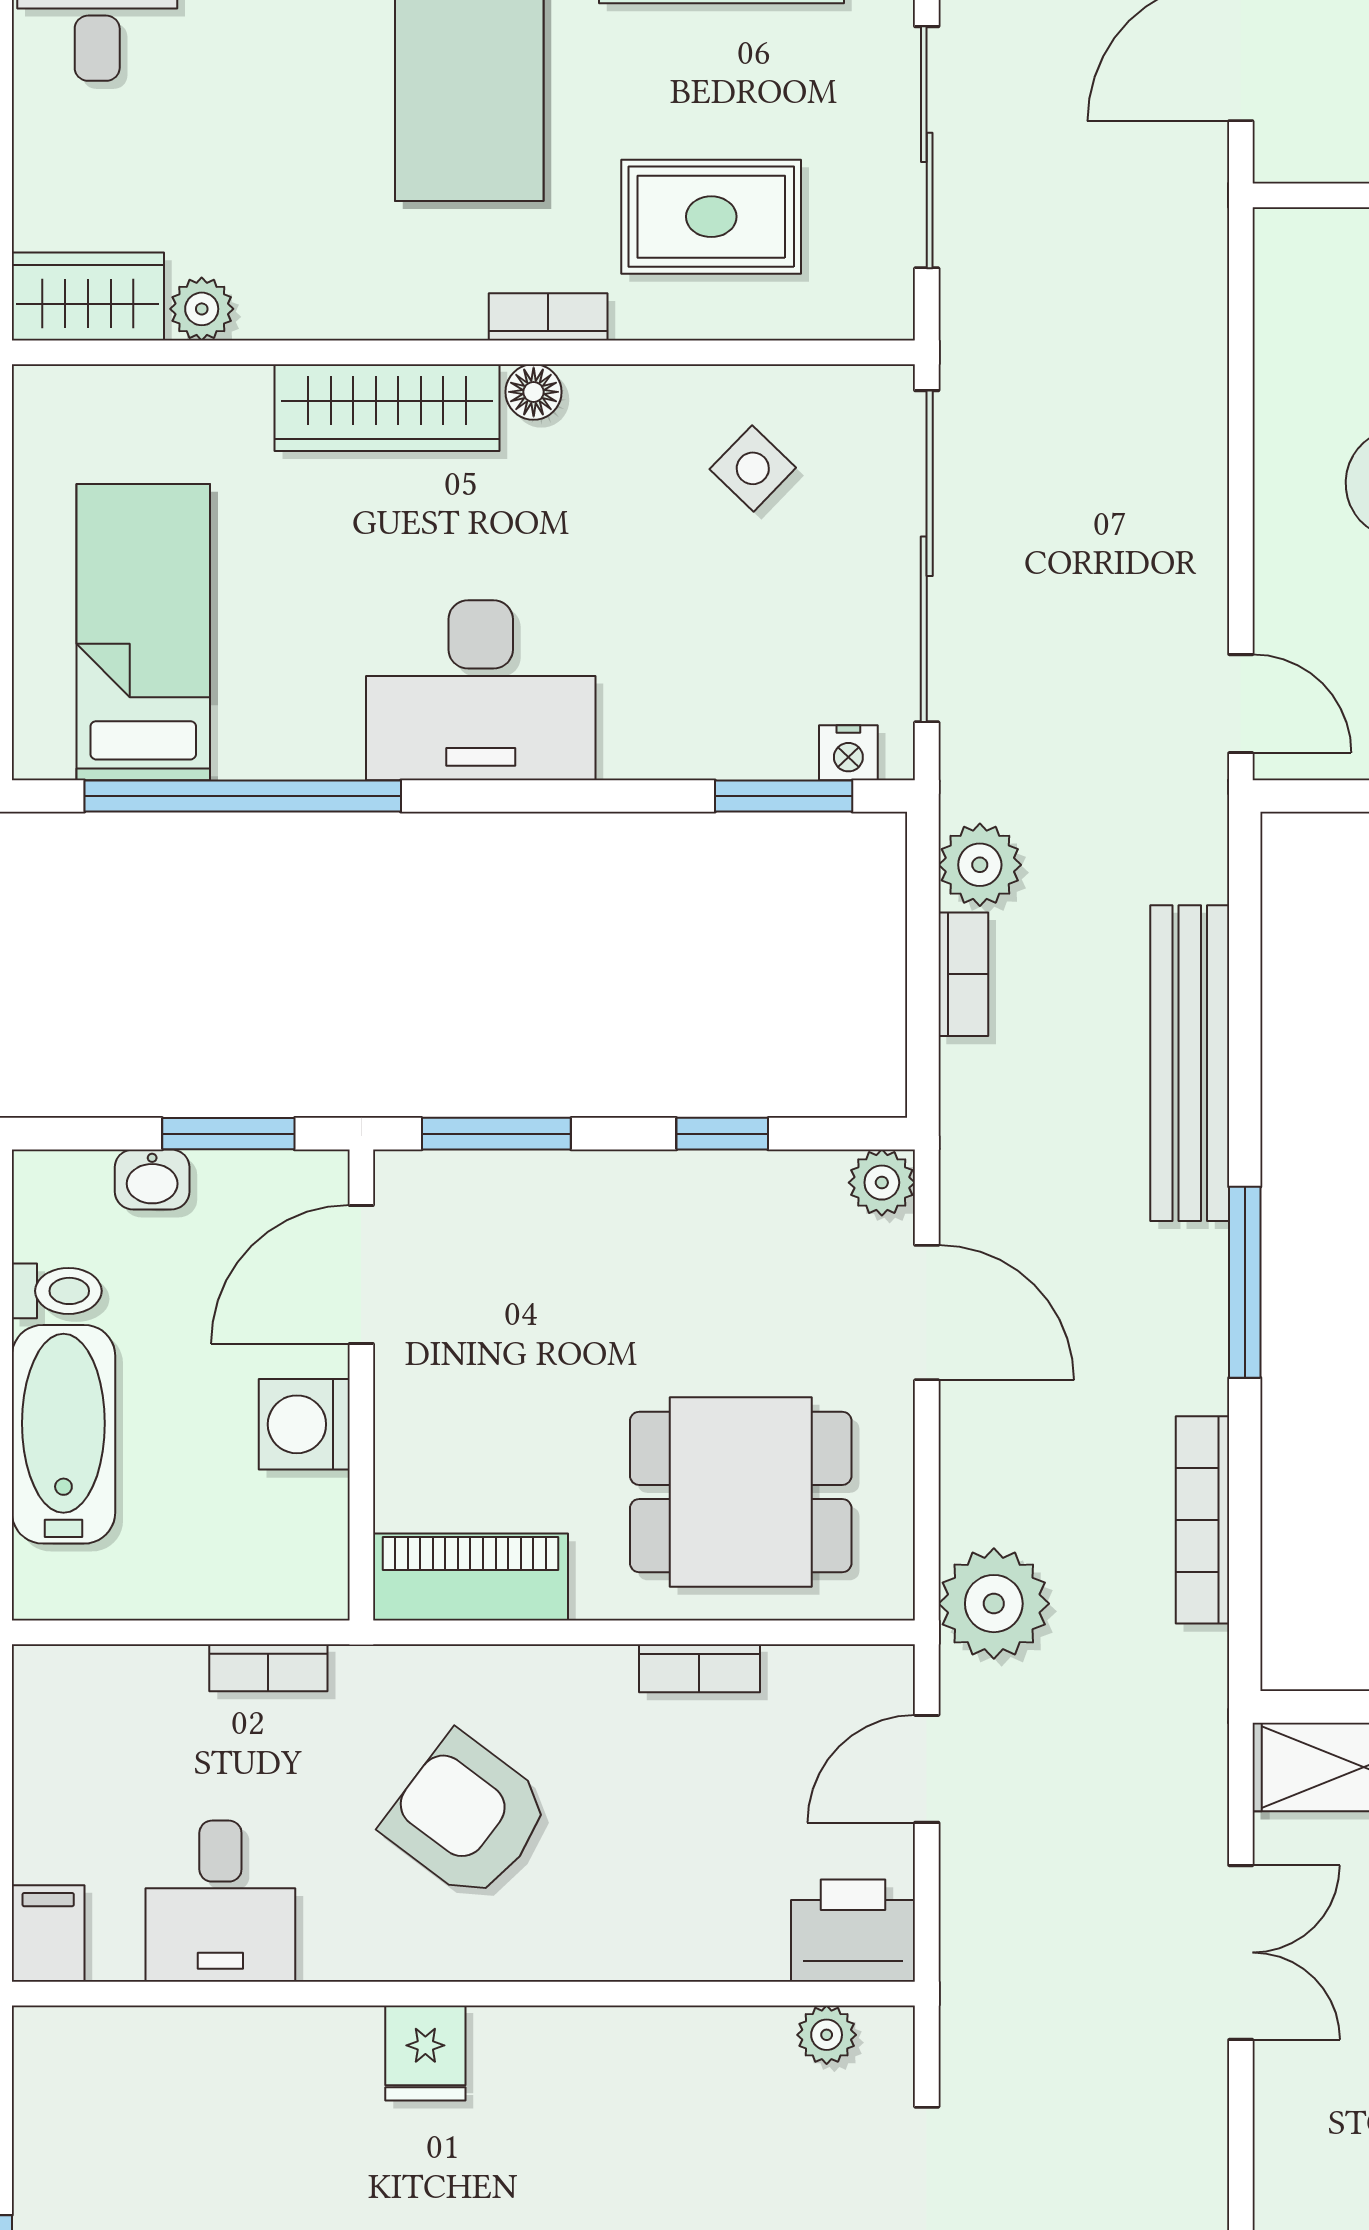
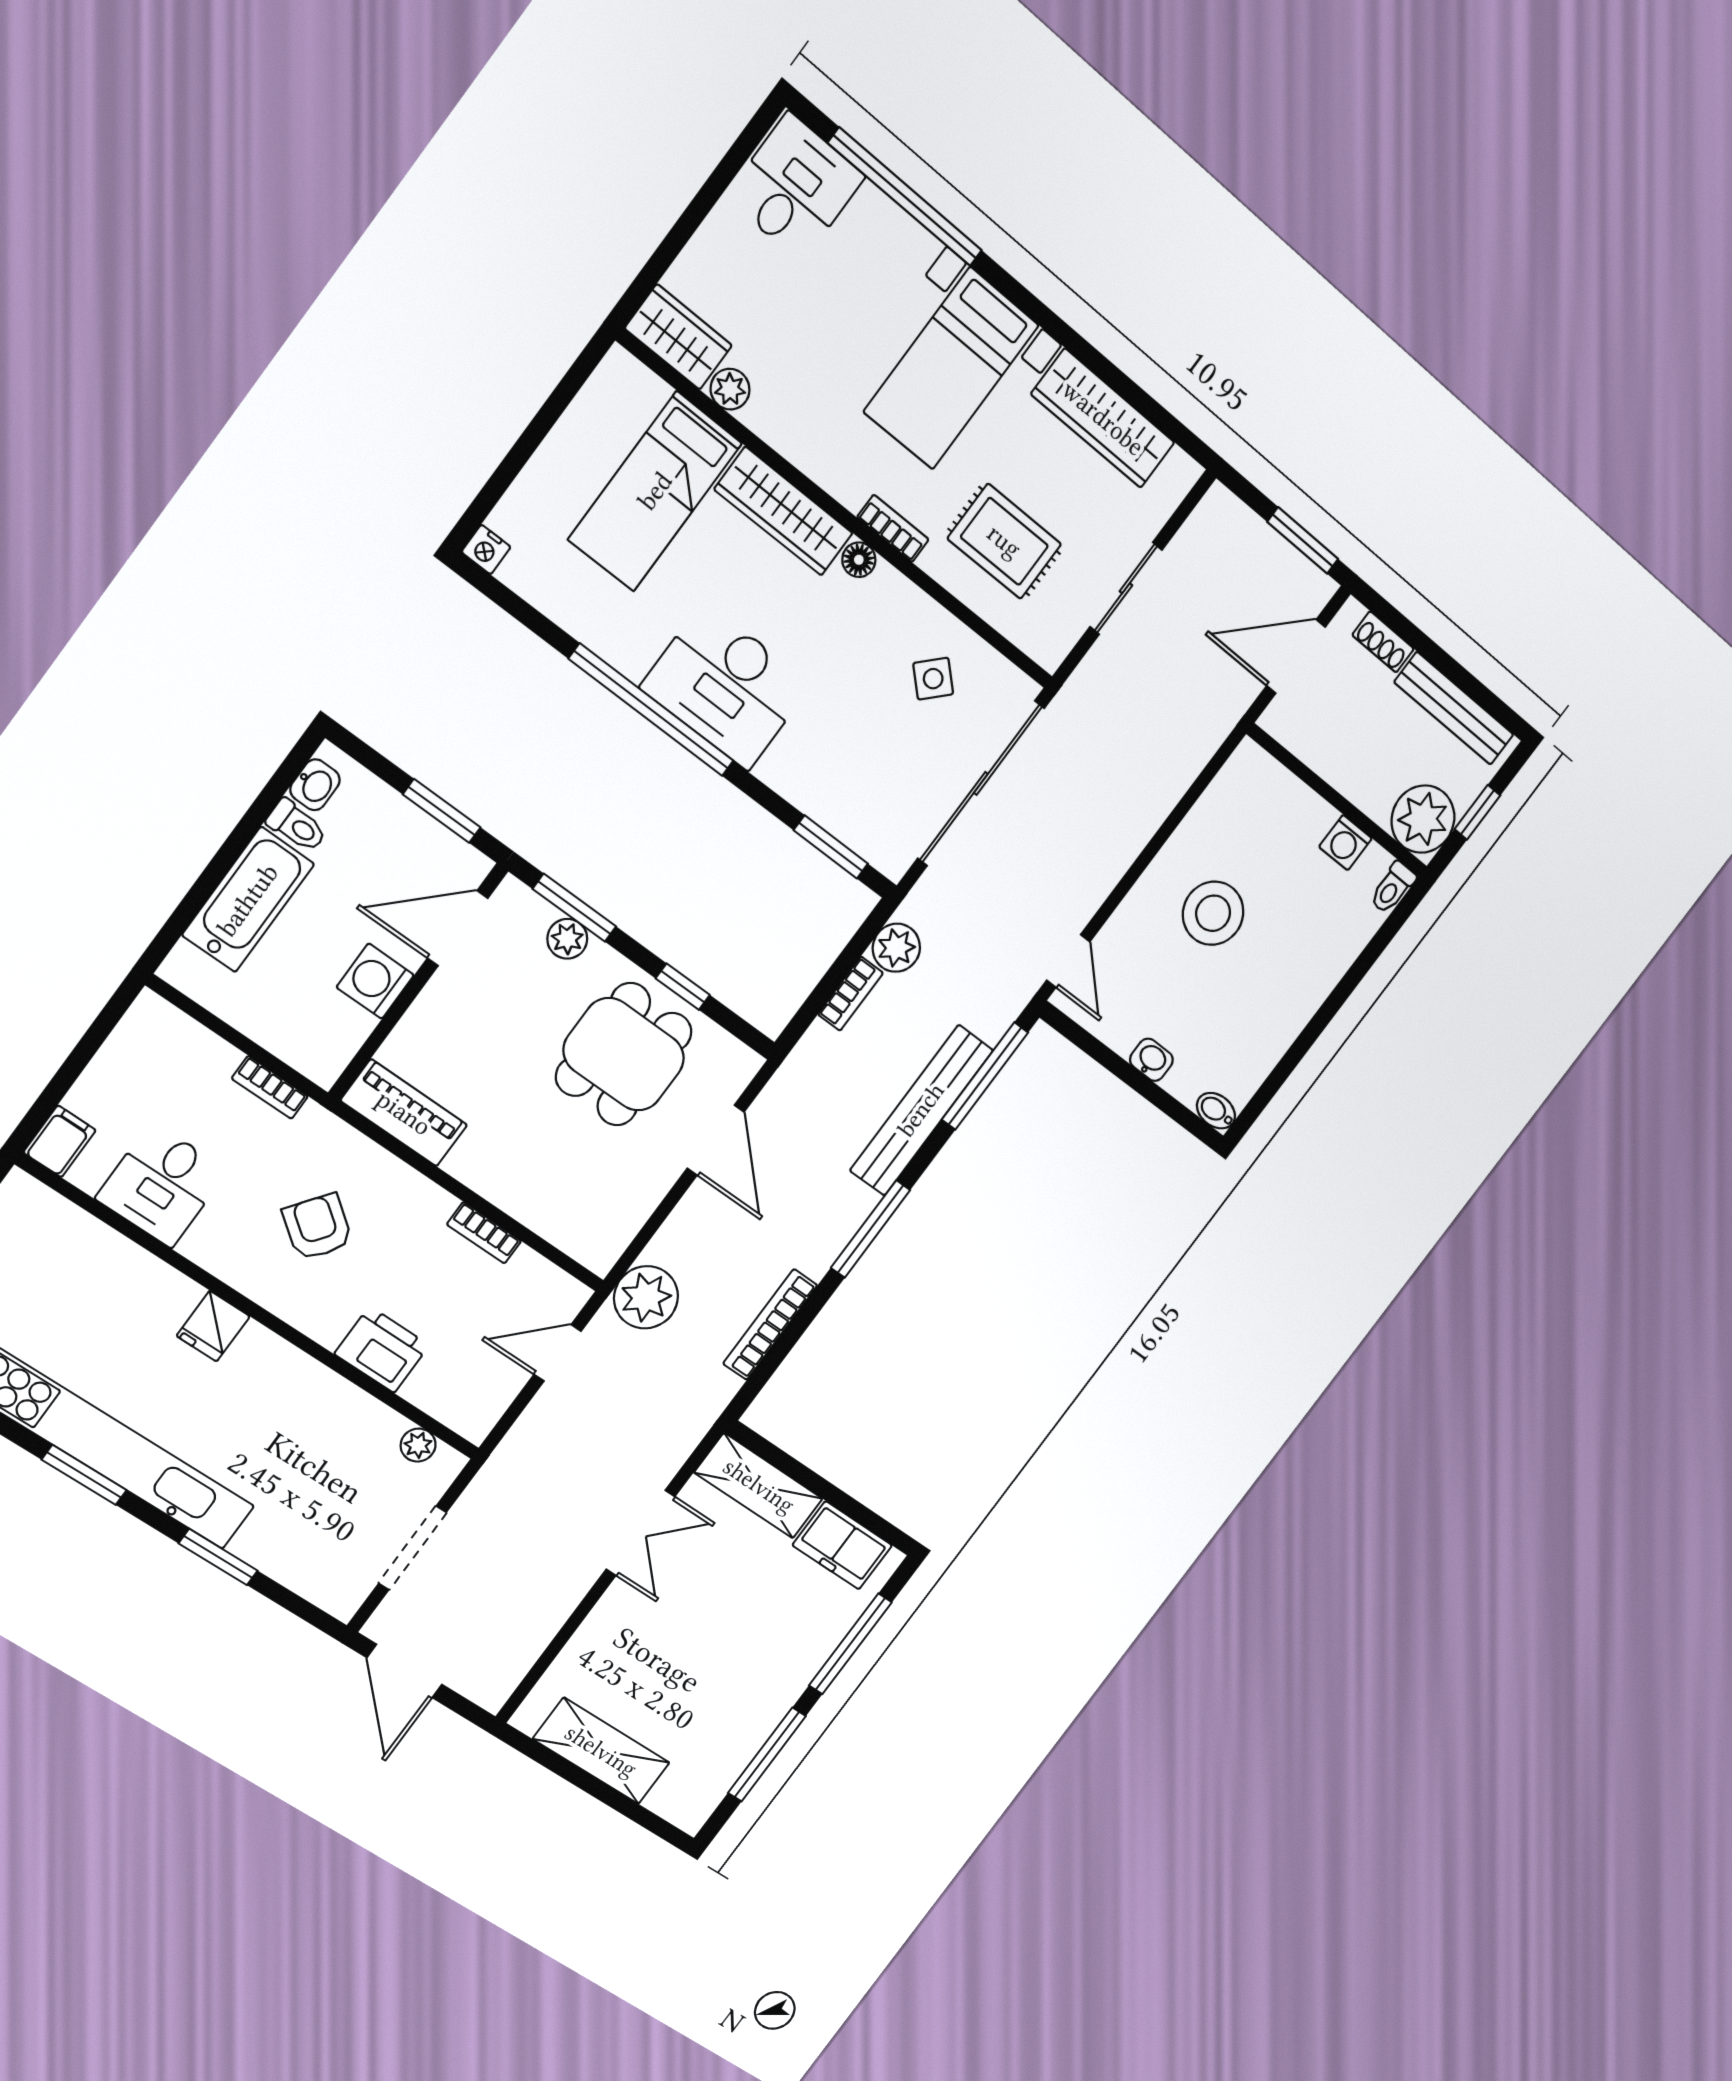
sliding door: (927, 147) -> (1126, 588), width x0.73
bed: (143, 632) -> (655, 491), moved, turned 180
nightstand: (848, 753) -> (486, 549), moved
window: (243, 796) -> (652, 710), moved
window: (1245, 950) -> (985, 1076), added
washbasin: (152, 1179) -> (315, 785), moved, turned -90
plant: (882, 1183) -> (567, 939), moved
dining table: (741, 1492) -> (624, 1054), moved, turned 90
armchair: (467, 1817) -> (318, 1227), width x0.72, depth x0.72
printer: (853, 1931) -> (382, 1350), moved

